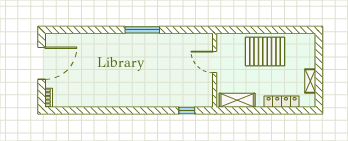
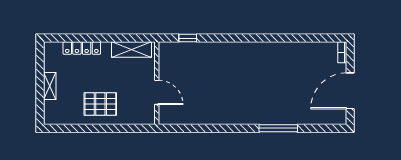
window: (142, 30) -> (278, 128), moved
pallet: (265, 52) -> (100, 104), width x0.73, depth x0.71
shelving: (310, 81) -> (50, 86), moved

